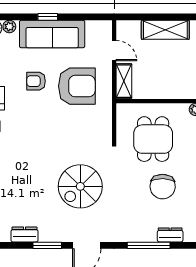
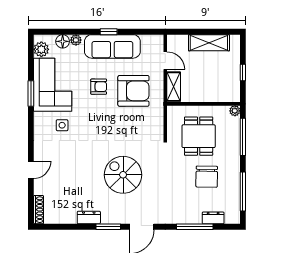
armchair: (36, 81) -> (99, 87), turned 180
spiral stairs: (80, 186) -> (123, 175), moved, turned 90

